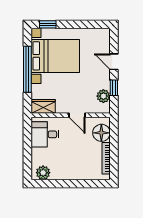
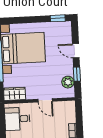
window: (48, 24) -> (58, 18), moved
floor lamp: (101, 133) -> (68, 115), removed

